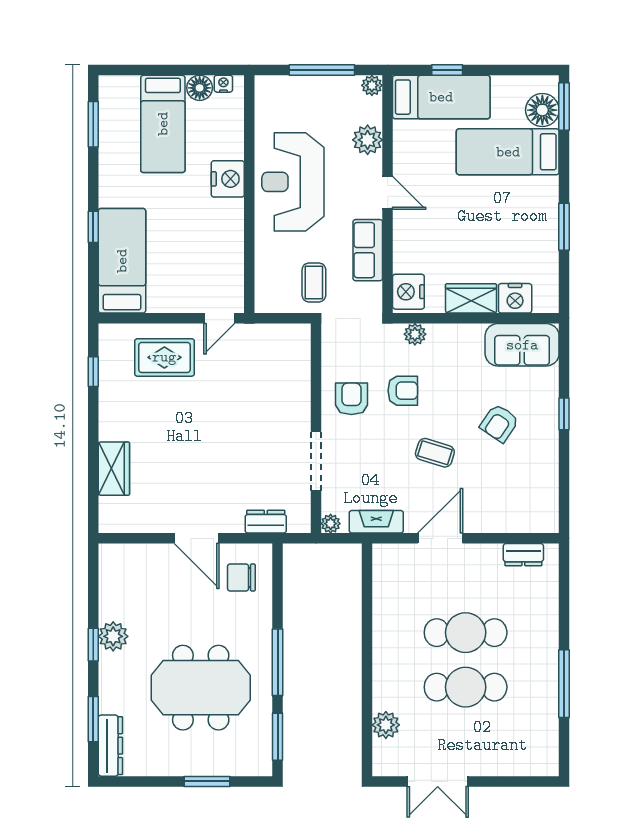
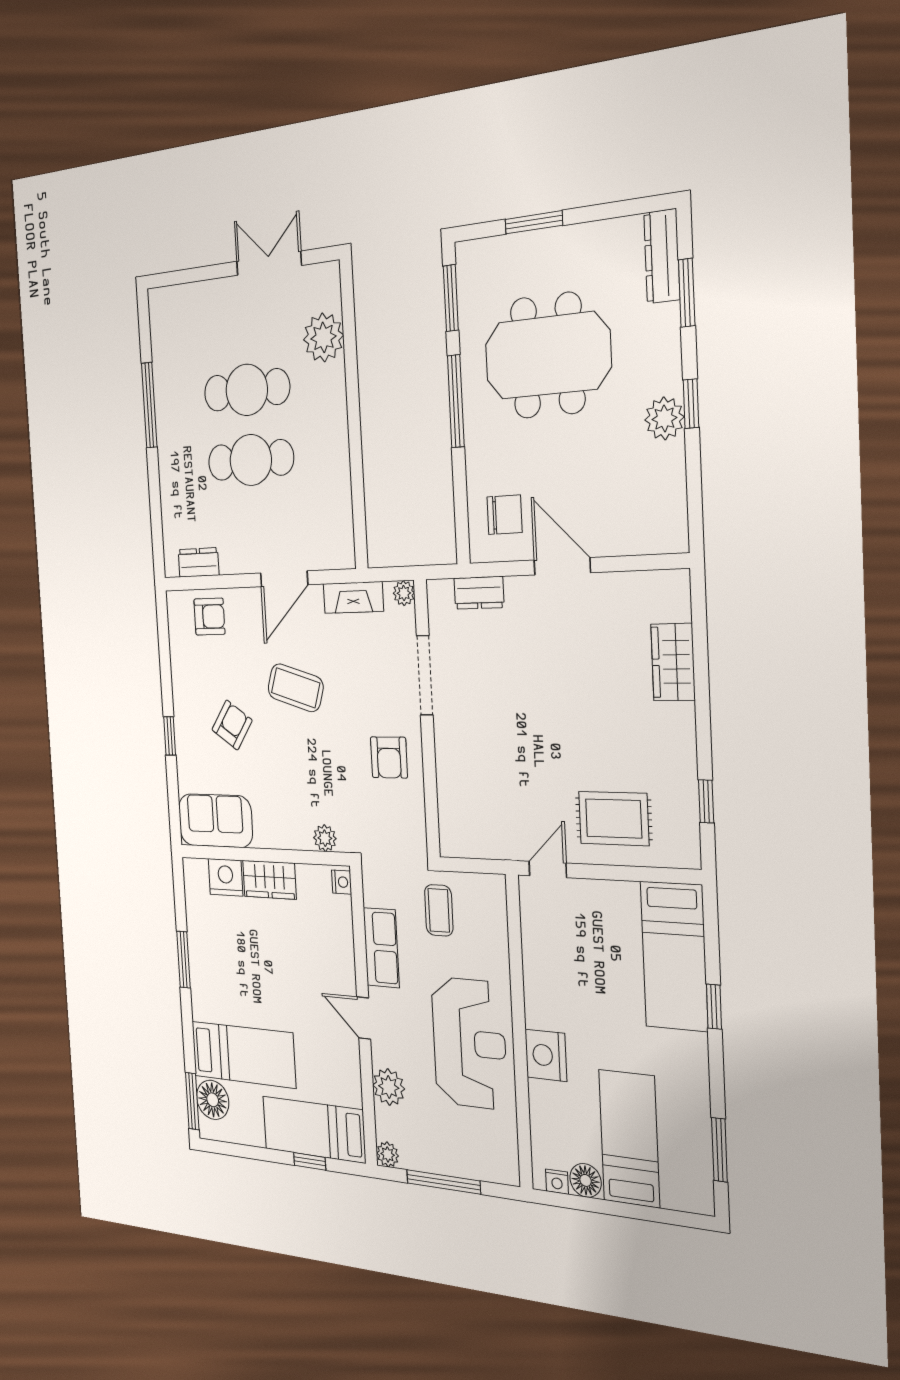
nightstand: (408, 292) -> (342, 882), width x0.53, depth x0.56
armchair: (403, 391) -> (209, 617), moved, turned 180
coffee table: (435, 453) -> (296, 688), width x1.36, depth x1.30
plant: (386, 725) -> (323, 337), width x1.36, depth x1.36

